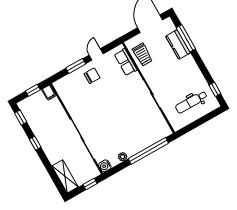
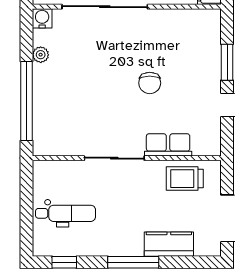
window: (186, 38) -> (133, 262), moved
row of seats: (126, 62) -> (168, 145), moved
chair: (92, 76) -> (150, 83), moved
dental chair: (191, 102) -> (66, 213), turned 90

